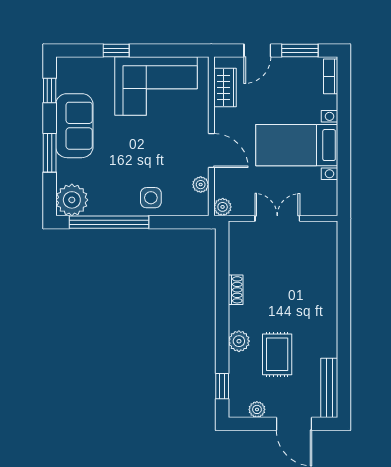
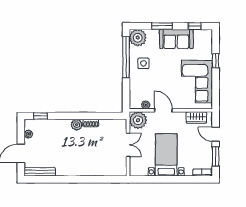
door: (211, 151) -> (163, 110), swing flipped
side table: (151, 198) -> (143, 63), moved
plant: (223, 207) -> (138, 120), width x1.88, depth x1.88
plant: (239, 341) -> (77, 125), moved
rug: (277, 354) -> (57, 145), removed

